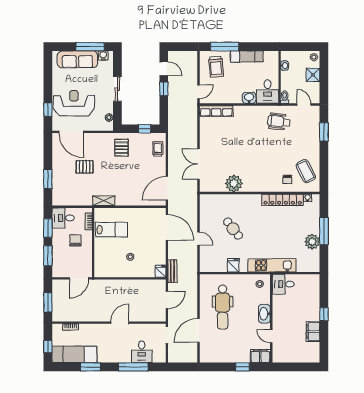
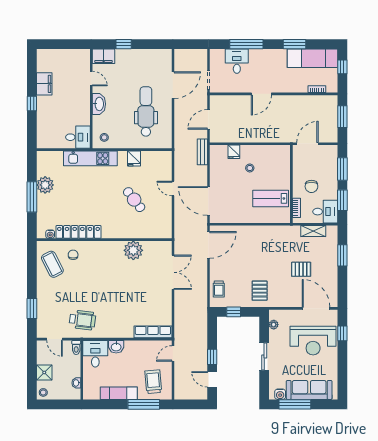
shelving: (104, 201) -> (313, 231), moved
fridge: (161, 271) -> (234, 152), moved

